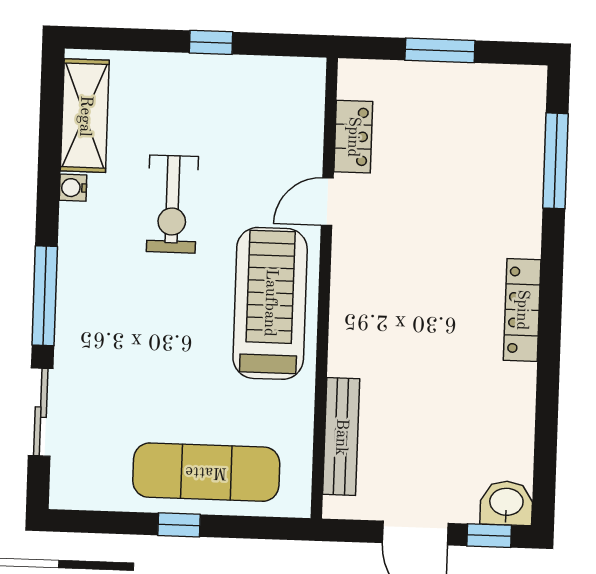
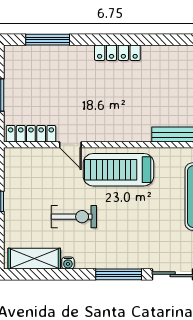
locker: (353, 137) -> (31, 134), width x1.53

